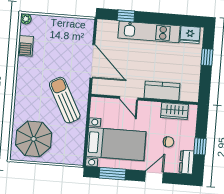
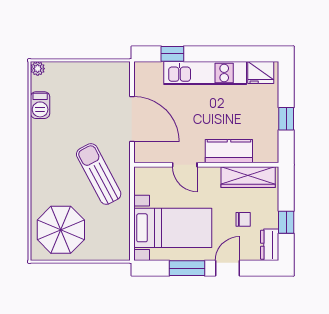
window: (207, 57) -> (286, 119), moved
wardrobe: (175, 111) -> (248, 177), width x1.50
window: (112, 174) -> (187, 268), moved

